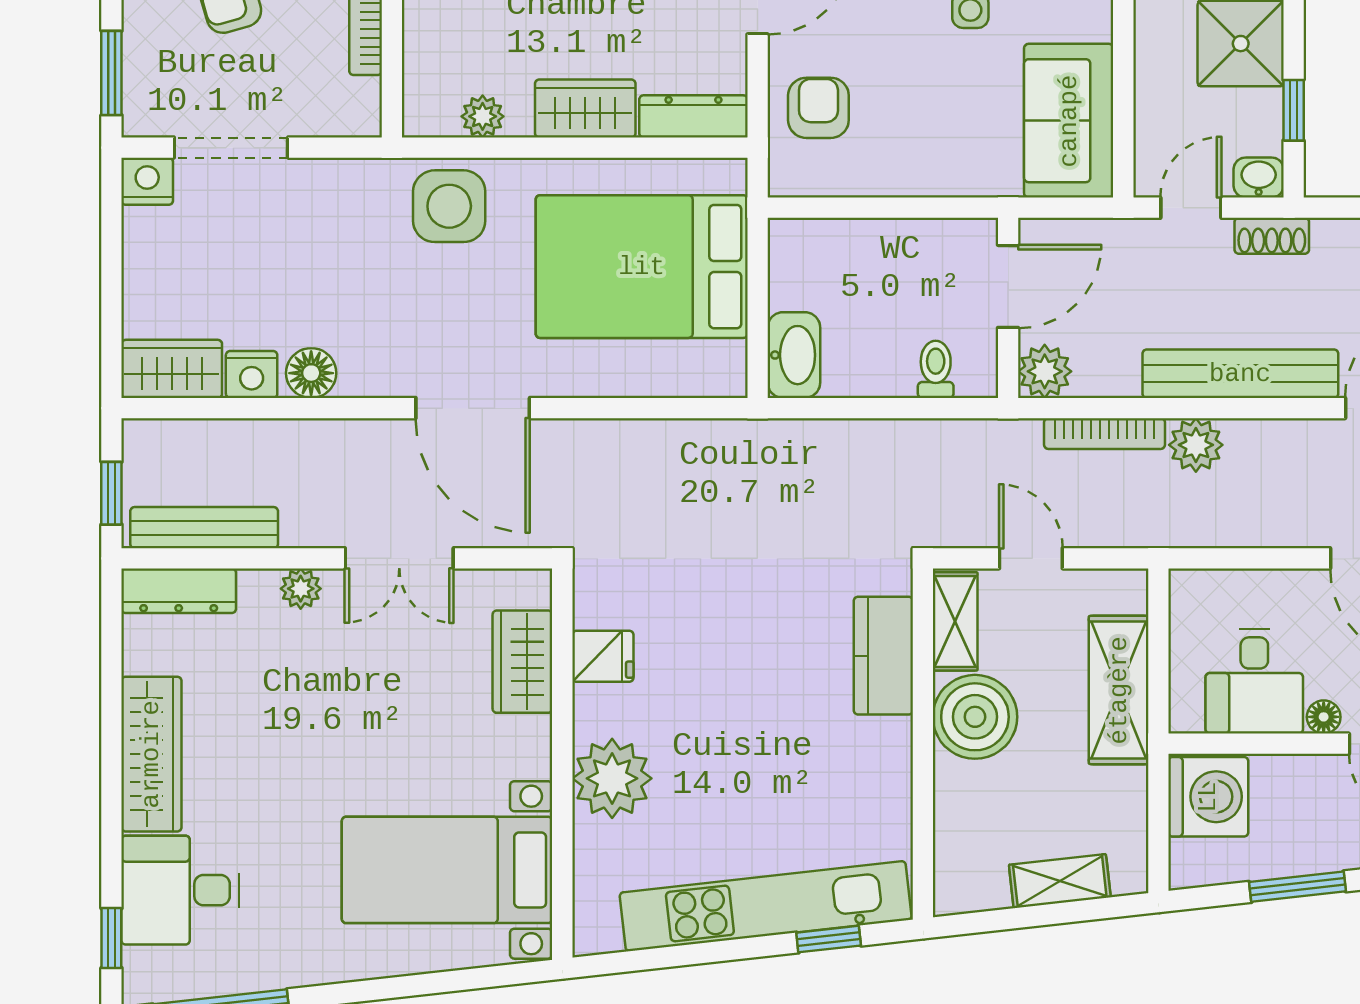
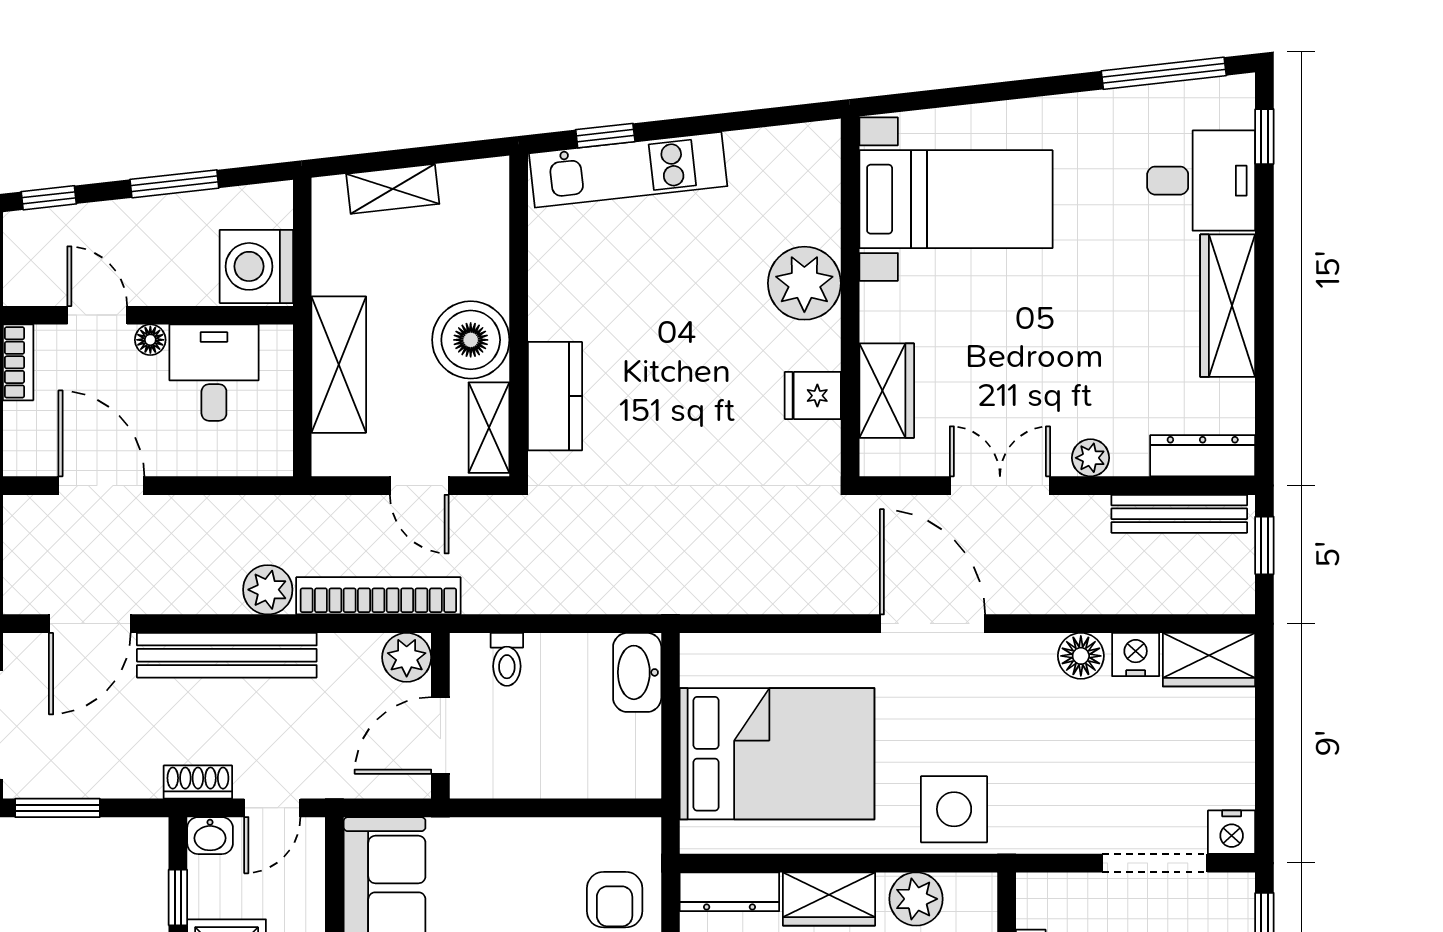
plant: (483, 116) -> (916, 899), width x1.38, depth x1.38
bookcase: (1104, 434) -> (378, 596), width x1.48, depth x1.31
kitchen unit: (766, 906) -> (628, 170), width x0.73

